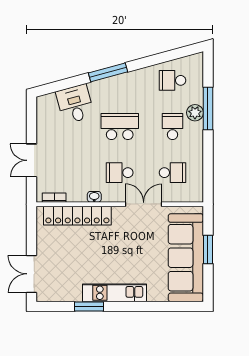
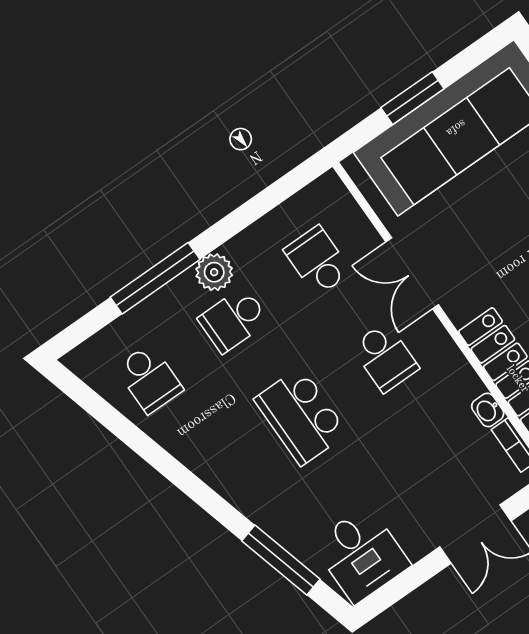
window: (108, 72) -> (281, 560), moved
desk: (75, 104) -> (361, 554), moved, turned -75
plant: (195, 113) -> (214, 272), moved
washbasin: (94, 197) -> (488, 410), moved

